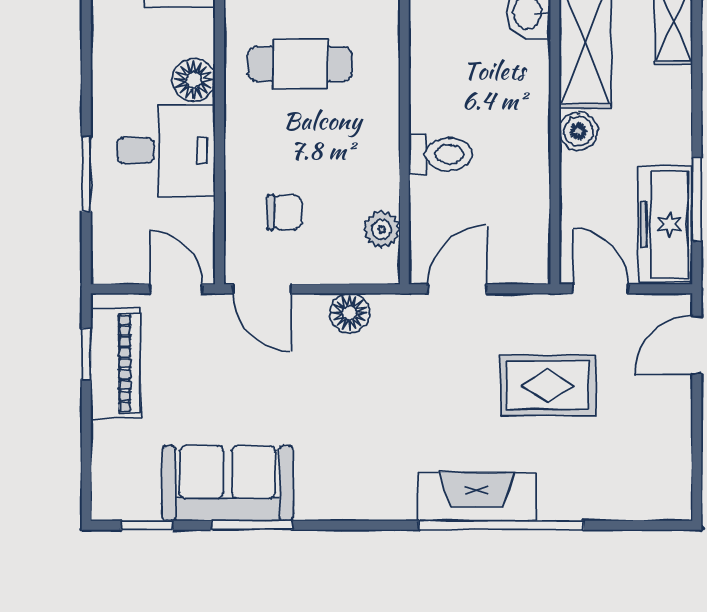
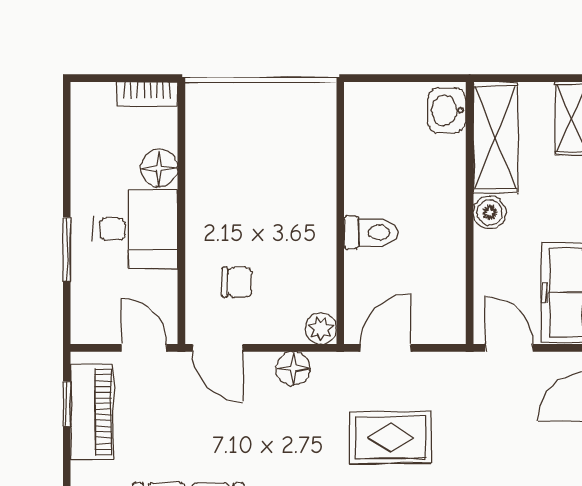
cafe table: (300, 64) -> (250, 155), removed
plant: (382, 229) -> (321, 328), moved
rug: (548, 386) -> (390, 437), moved

